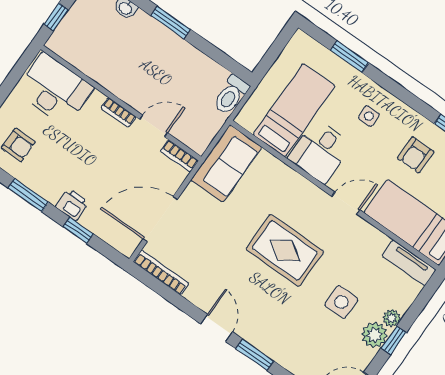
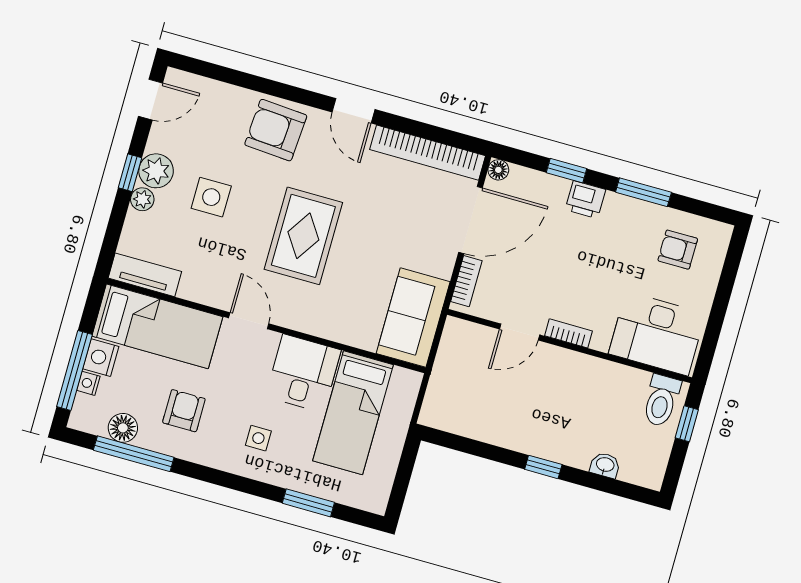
window: (171, 22) -> (543, 467), width x0.67
toilet: (231, 95) -> (661, 401), moved, turned 180
bookcase: (179, 156) -> (466, 281), moved, turned 90
door: (346, 203) -> (249, 321), swing flipped
floor lamp: (127, 248) -> (498, 170), added
rug: (285, 250) -> (303, 236), turned 90
bookcase: (161, 273) -> (428, 153), width x1.48, depth x1.31
armchair: (278, 334) -> (276, 130), added
window: (255, 355) -> (295, 94), removed

